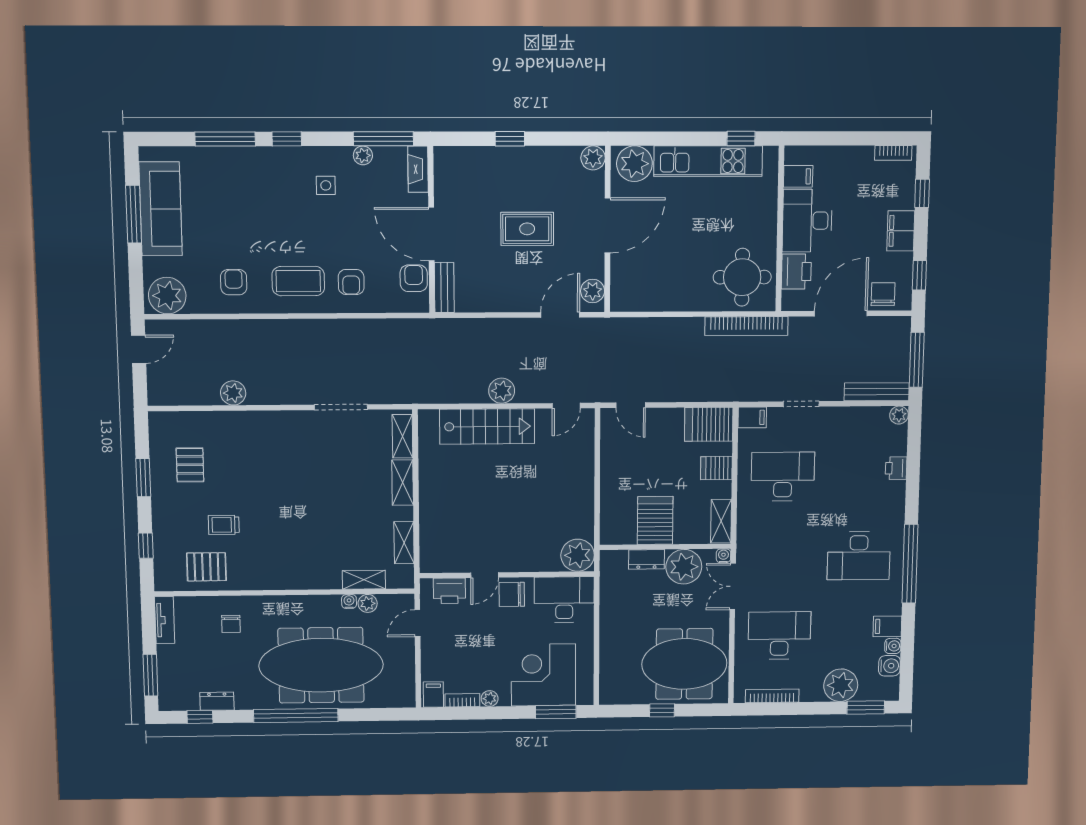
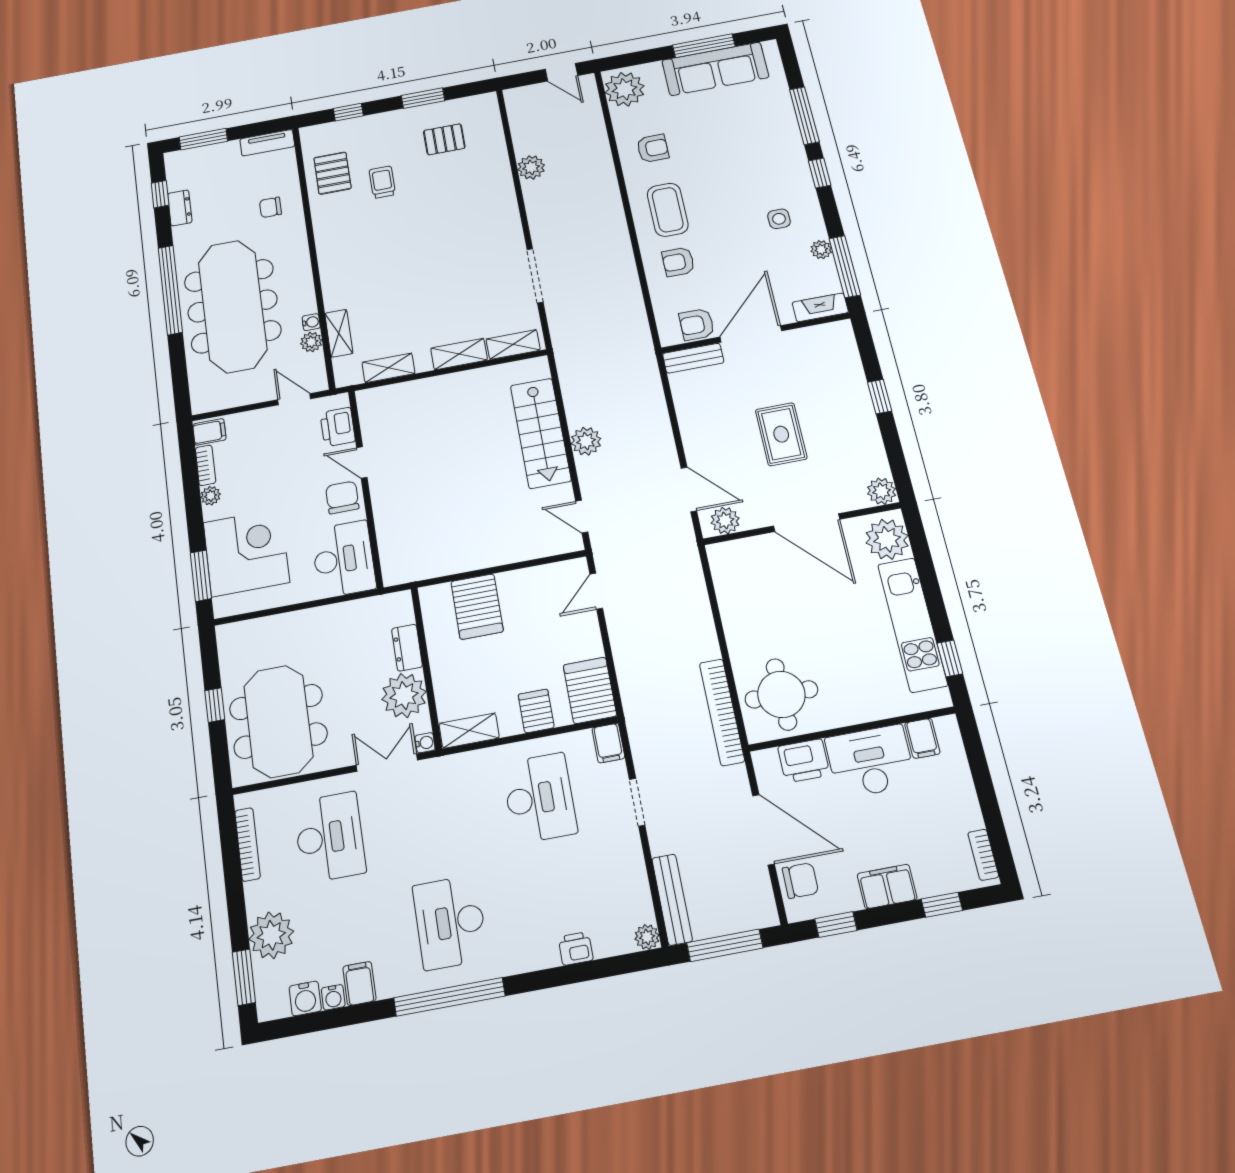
armchair: (414, 278) -> (697, 324), turned 180
server rack: (655, 520) -> (477, 607), moved, turned 90
plant: (578, 555) -> (401, 564), removed

